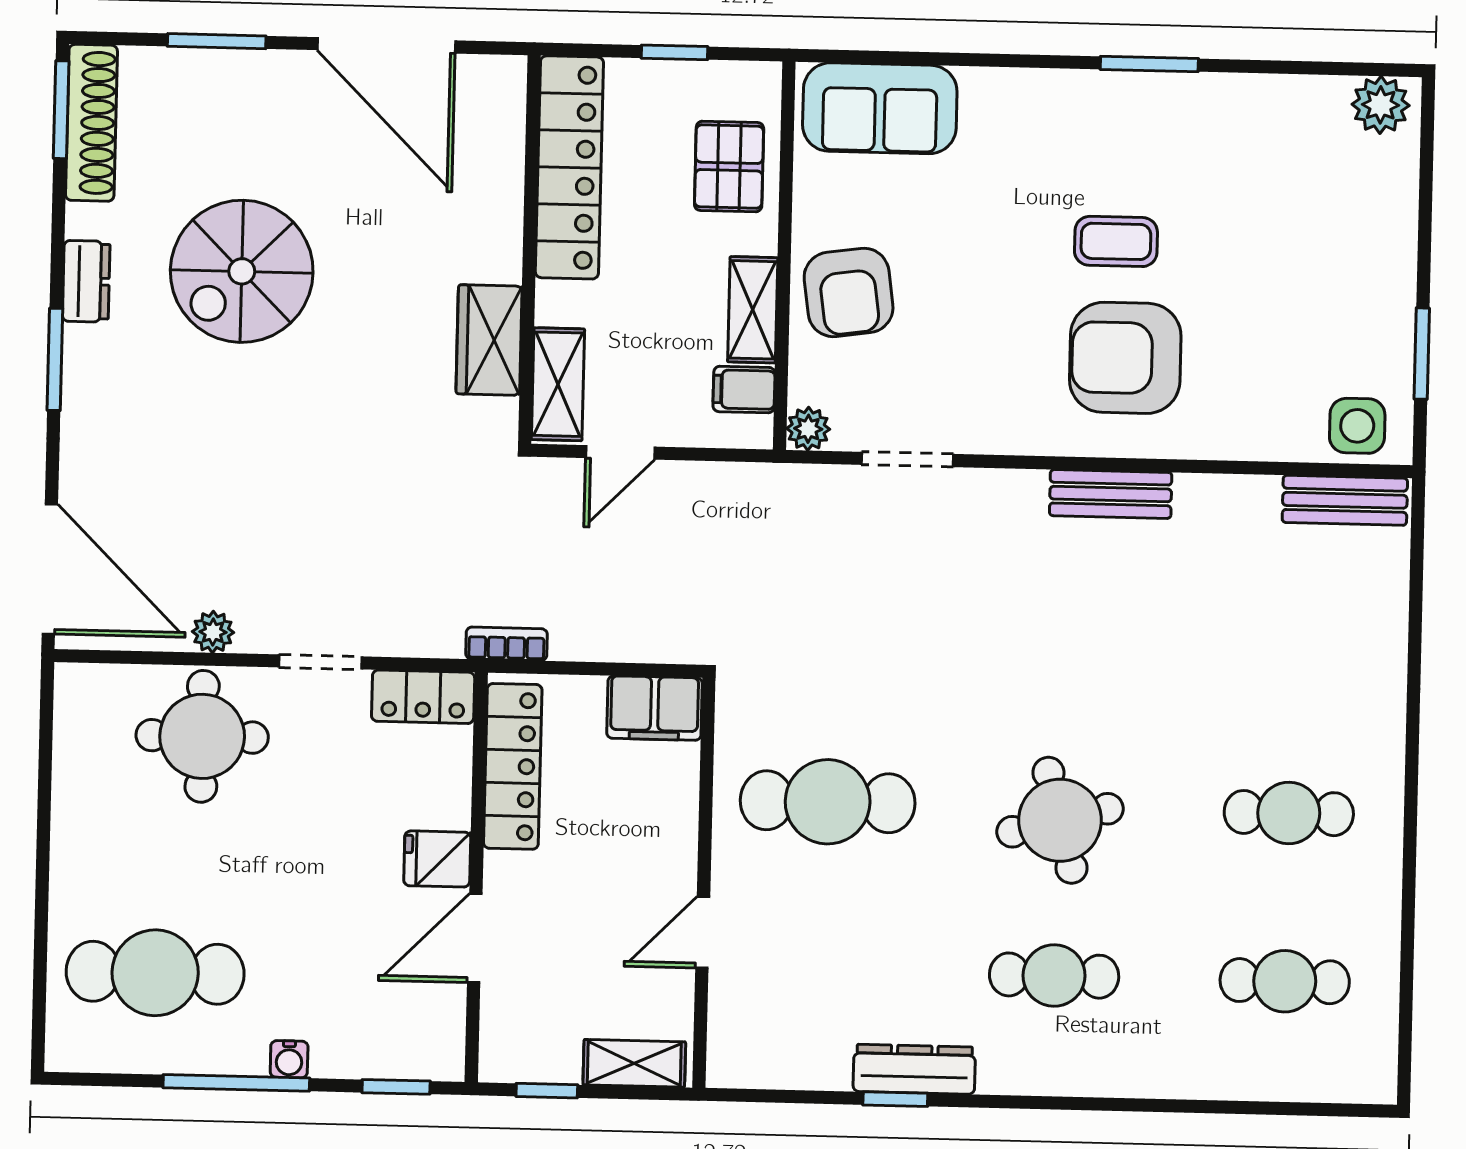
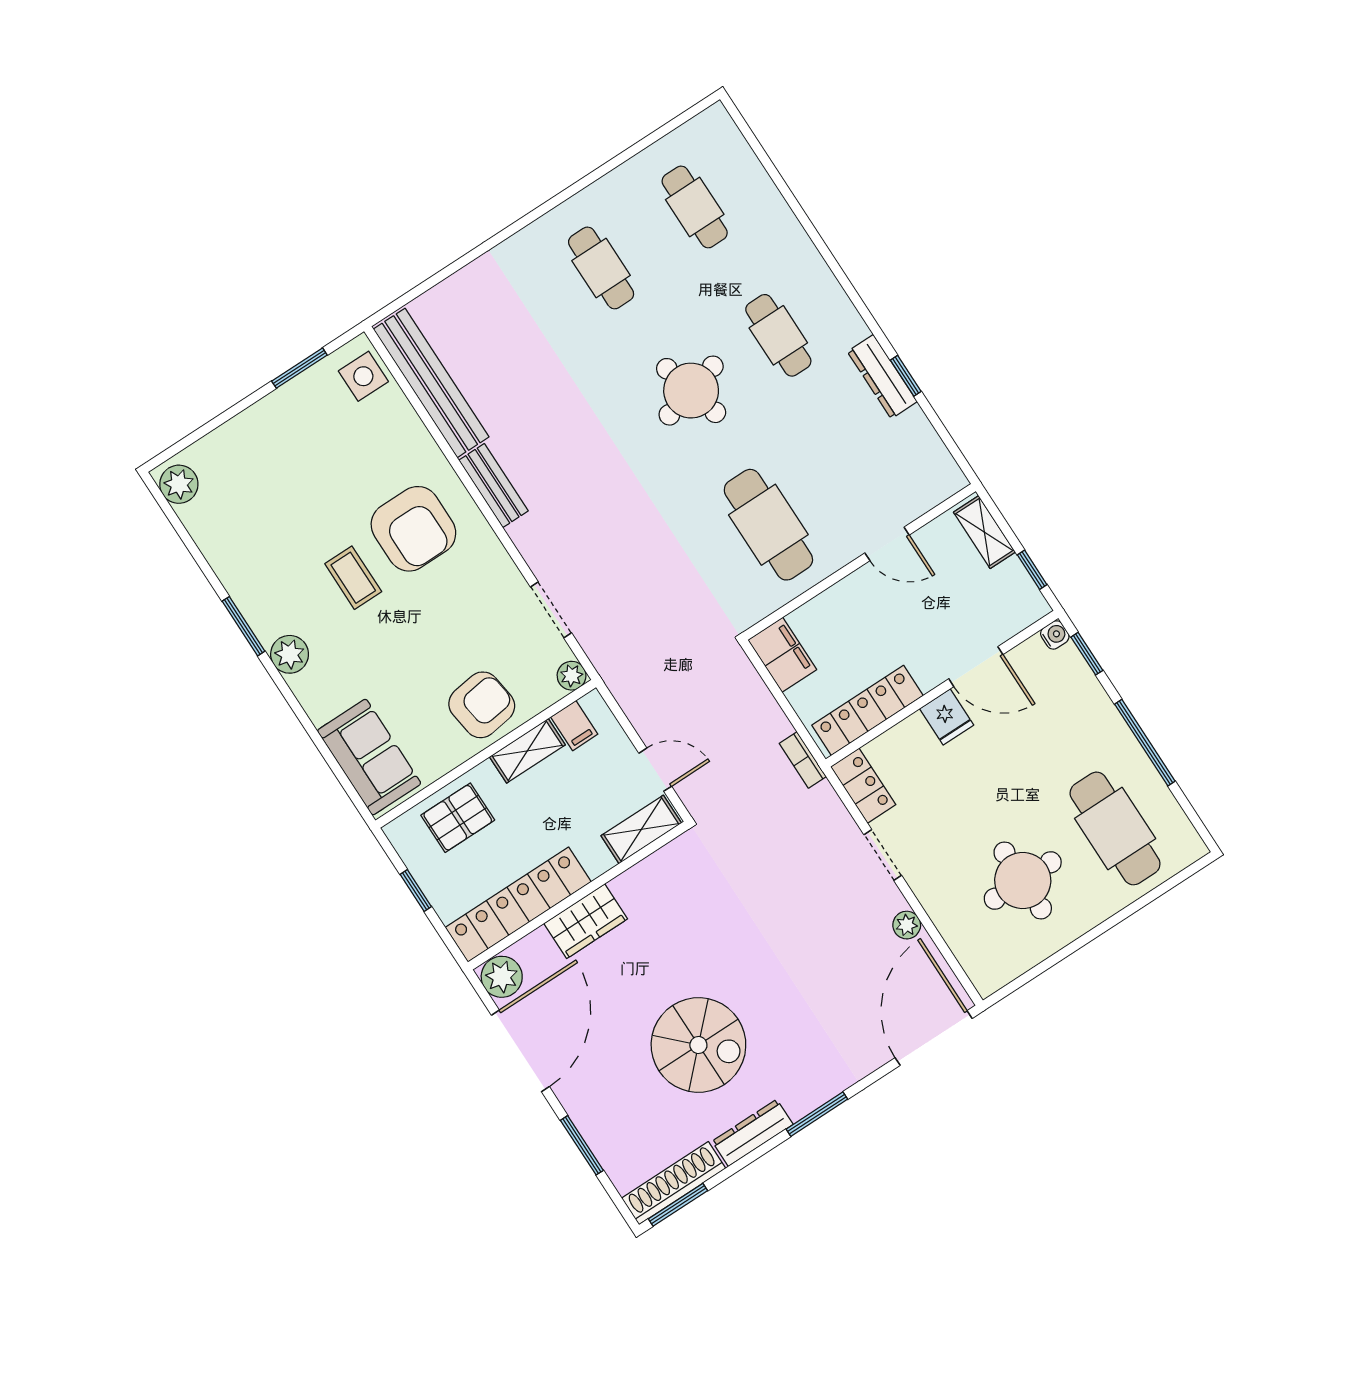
plant: (494, 85) -> (502, 977), added
plant: (1075, 97) -> (290, 654), added
dresser: (86, 281) -> (753, 1133), width x1.44
wardrobe: (489, 340) -> (586, 921), moved
bench: (1345, 500) -> (431, 383), width x1.86, depth x1.21
round table: (202, 736) -> (1023, 880), moved
water cooler: (289, 1059) -> (1055, 635), moved

